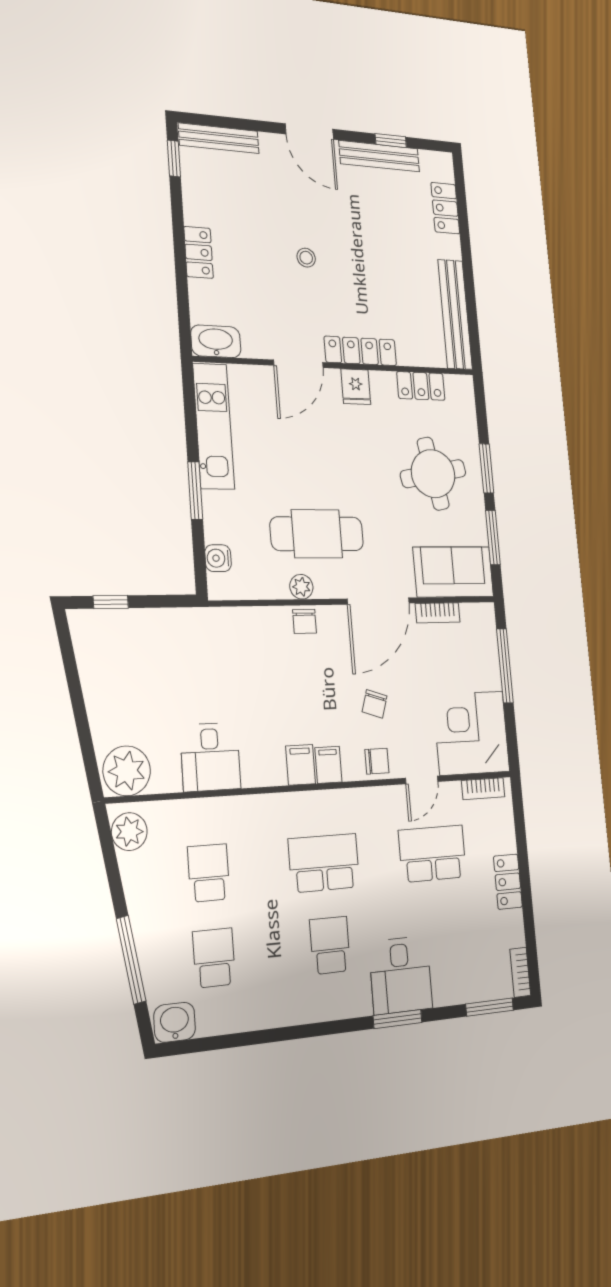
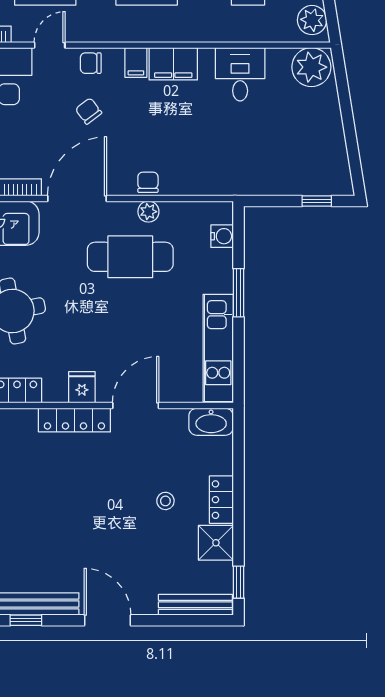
shower: (201, 204) -> (216, 543), added
stool: (306, 258) -> (165, 501), moved
chair: (375, 704) -> (89, 111), turned -55
filing cabinet: (301, 765) -> (173, 64), width x2.00

